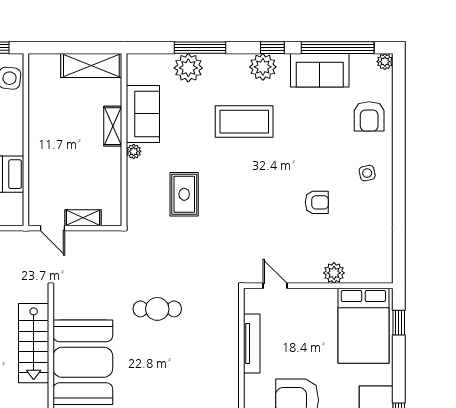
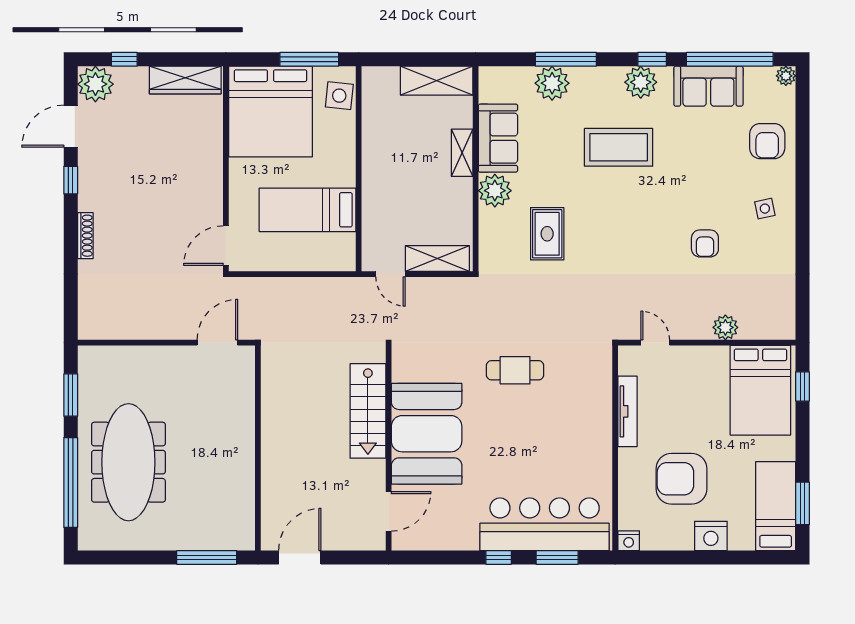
plant: (134, 151) -> (495, 191), width x1.88, depth x1.88
armchair: (317, 202) -> (705, 243), turned 90
shelving: (83, 218) -> (437, 258), width x1.50, depth x1.33

